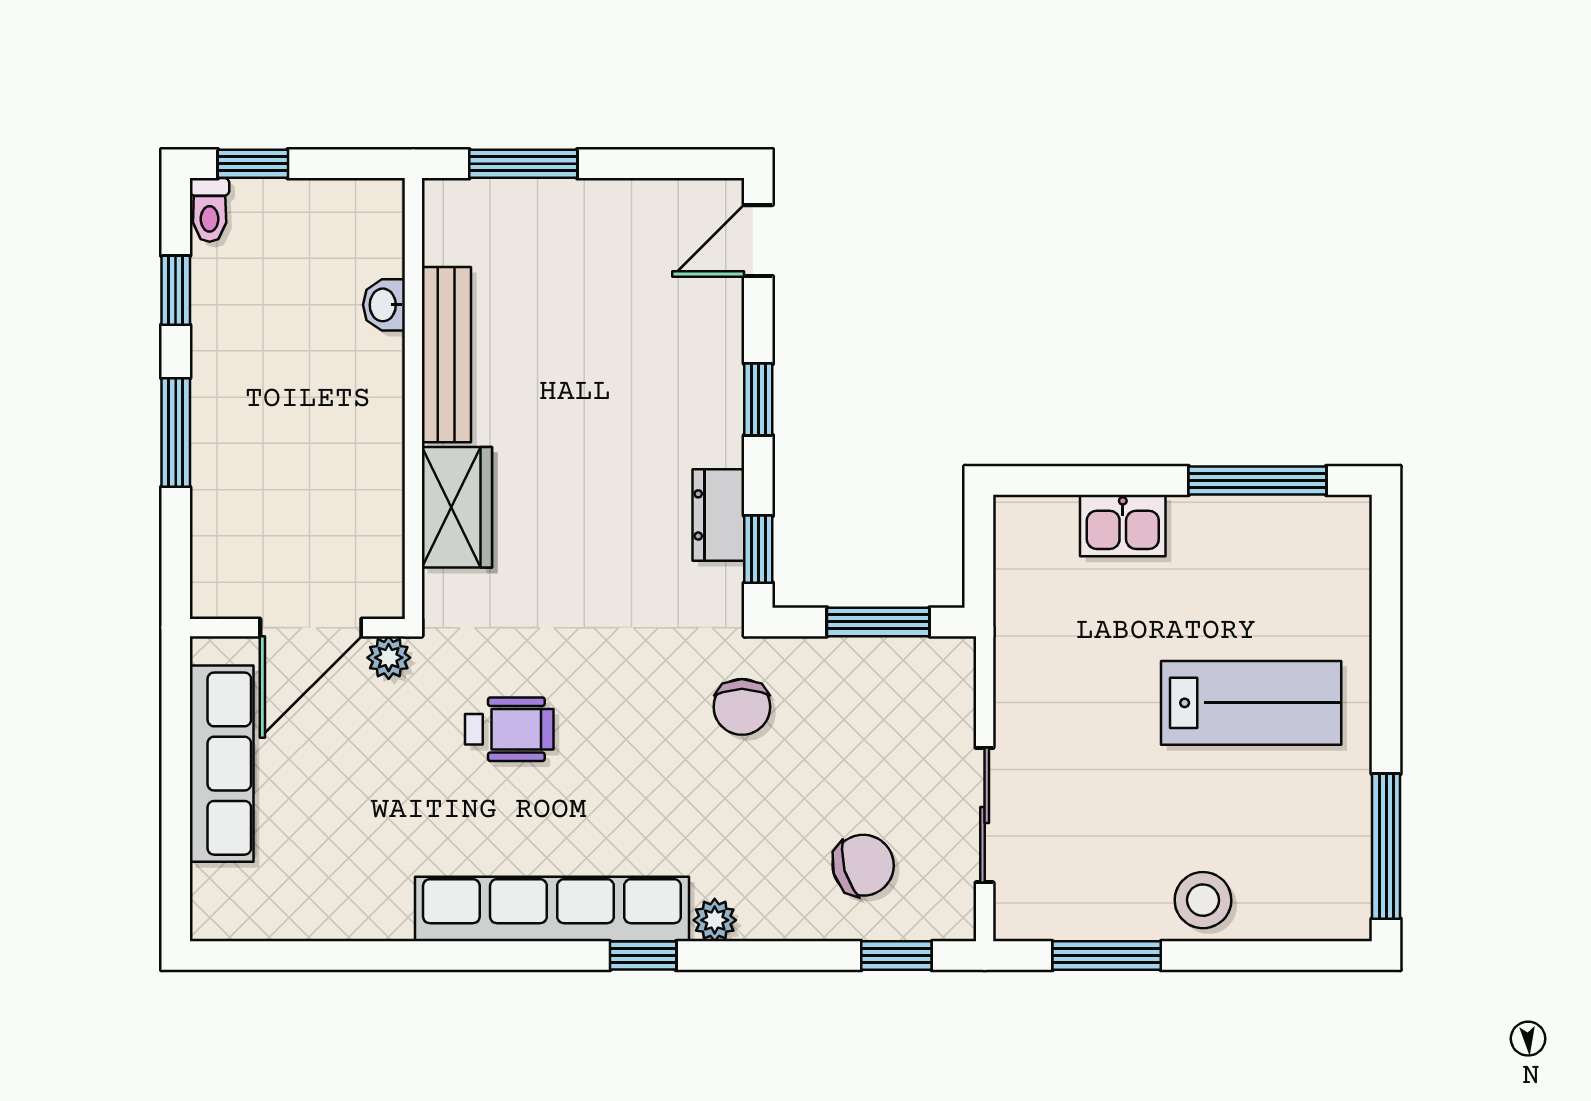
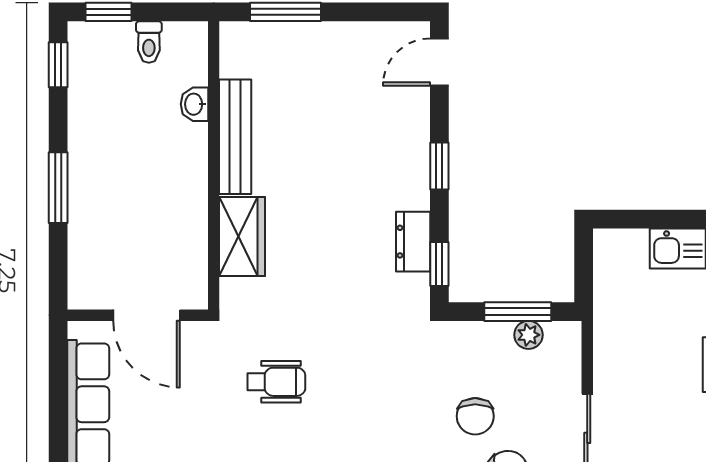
toilet: (210, 210) -> (149, 42), moved
window: (176, 290) -> (58, 65), moved
door: (311, 628) -> (147, 315), hinge flipped
plant: (389, 658) -> (528, 335), moved
chair: (742, 707) -> (475, 416), moved

